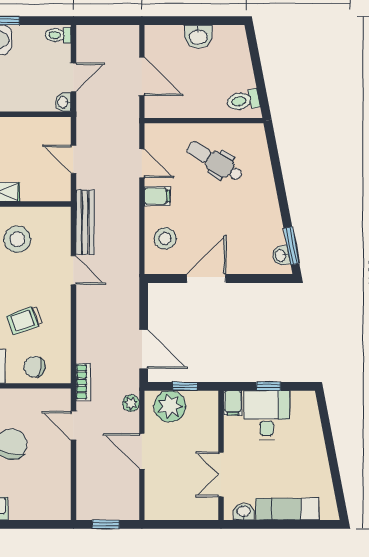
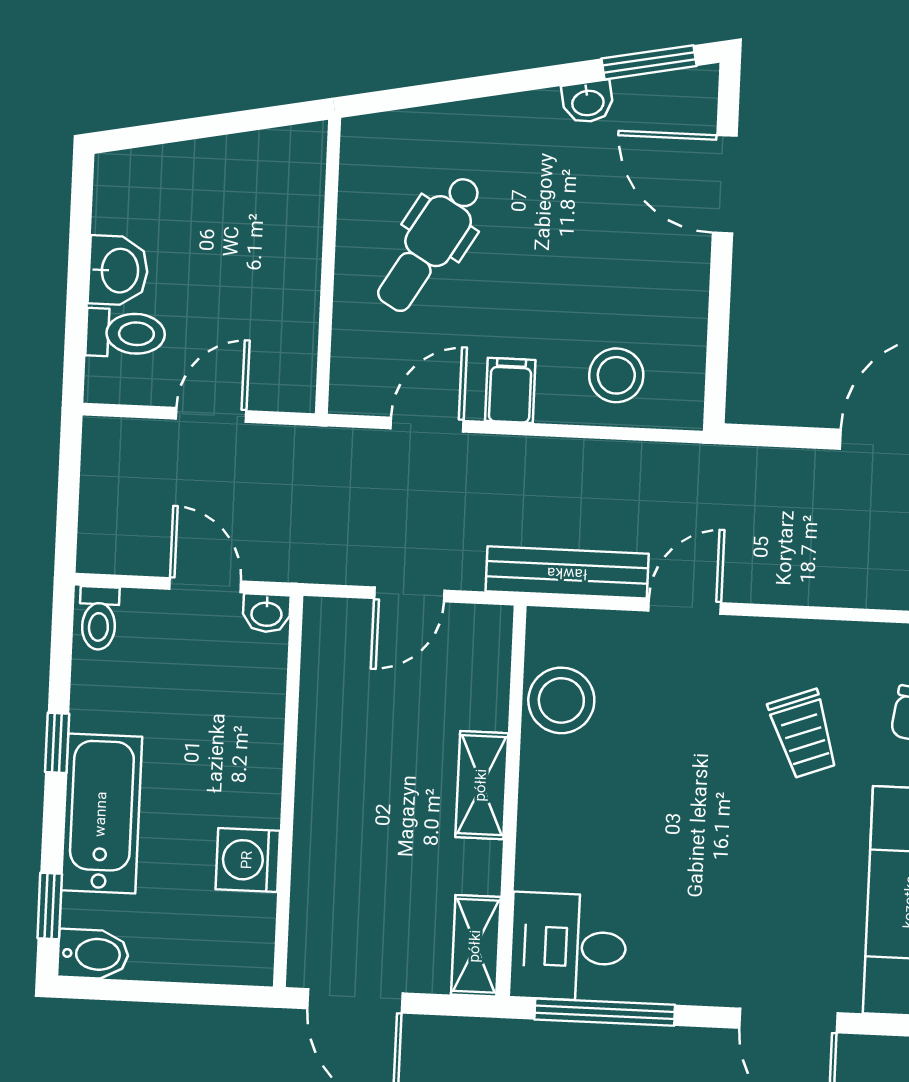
door: (142, 76) -> (211, 415), width x0.73
toilet: (243, 101) -> (126, 333), moved, turned -79
stool: (17, 239) -> (561, 700), moved
washbasin: (281, 256) -> (588, 102), moved
door: (206, 278) -> (725, 184), moved

